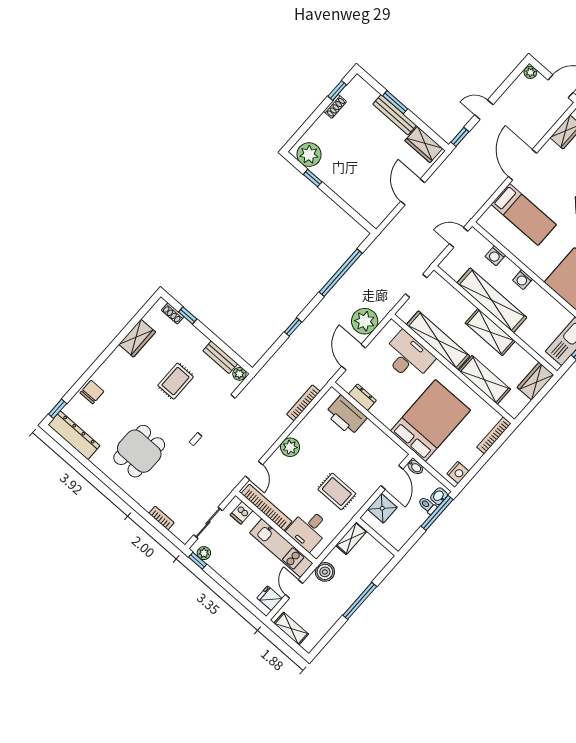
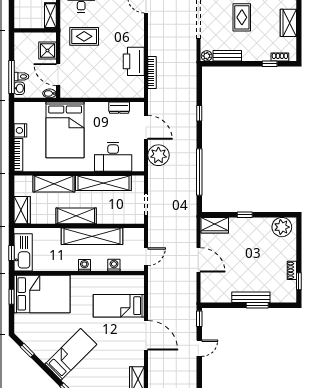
wardrobe: (424, 145) -> (215, 225), moved, turned 180
window: (313, 178) -> (245, 215), moved
printer: (346, 416) -> (134, 61), moved, turned -90
plant: (290, 447) -> (136, 38), removed
nightstand: (458, 472) -> (20, 130), moved

